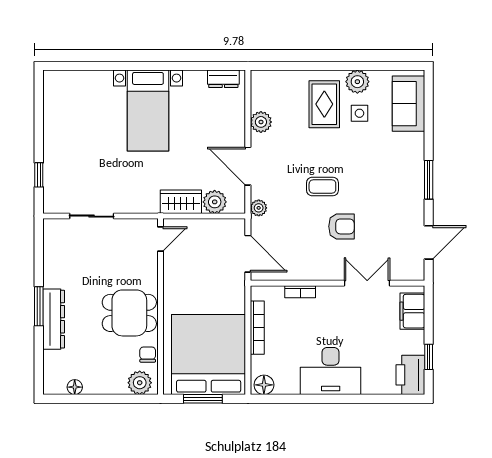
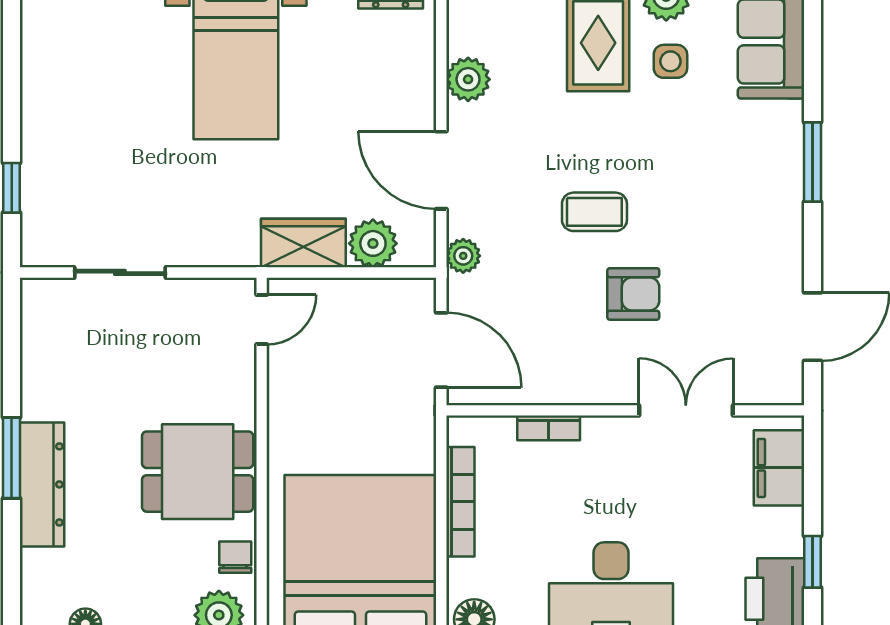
window: (429, 180) -> (812, 162), moved

